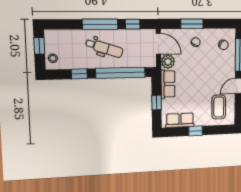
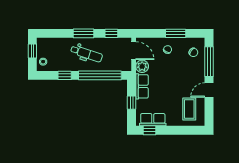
window: (100, 24) -> (83, 33), width x0.69
window: (192, 24) -> (176, 33), moved
window: (196, 131) -> (150, 130), moved

